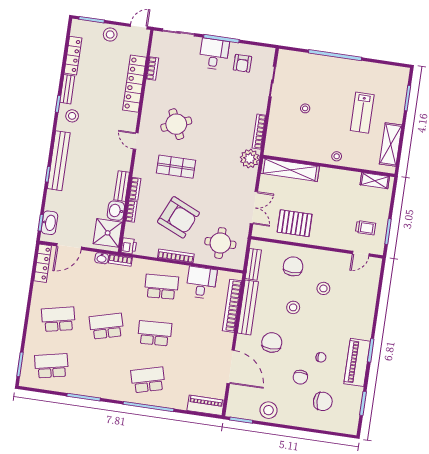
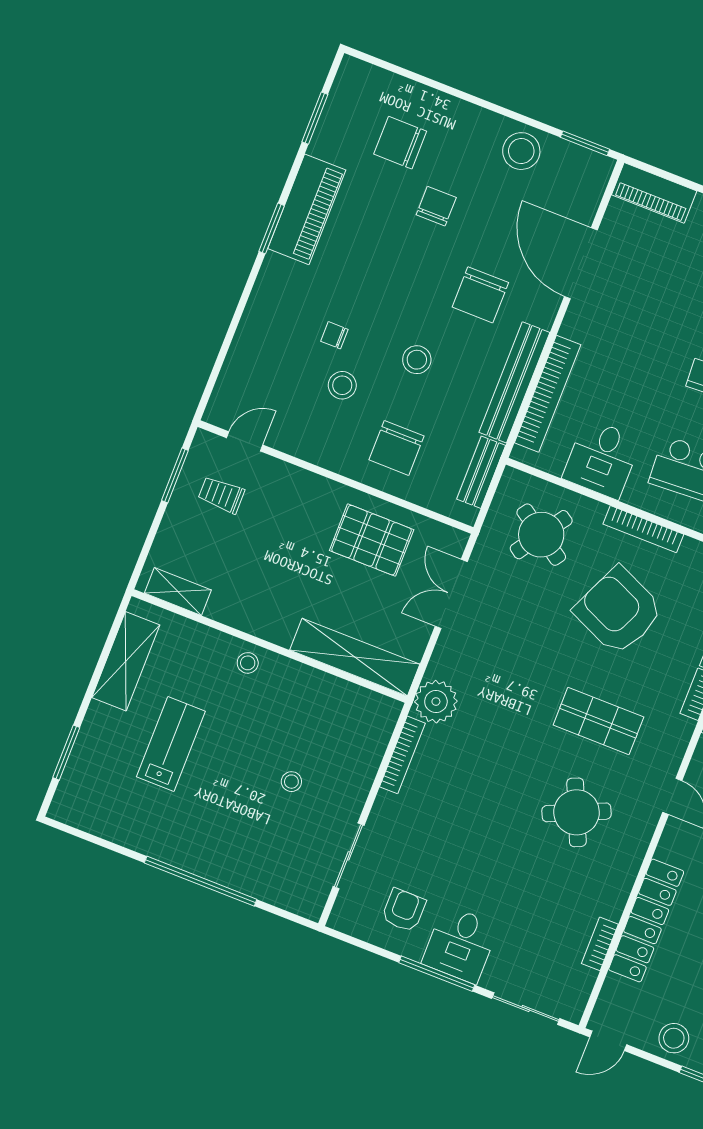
round table: (220, 243) -> (541, 535), turned 34
chair: (321, 357) -> (334, 335), moved

